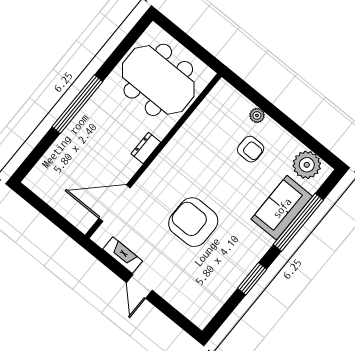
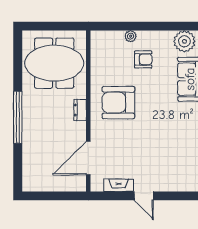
armchair: (193, 222) -> (118, 103), moved

